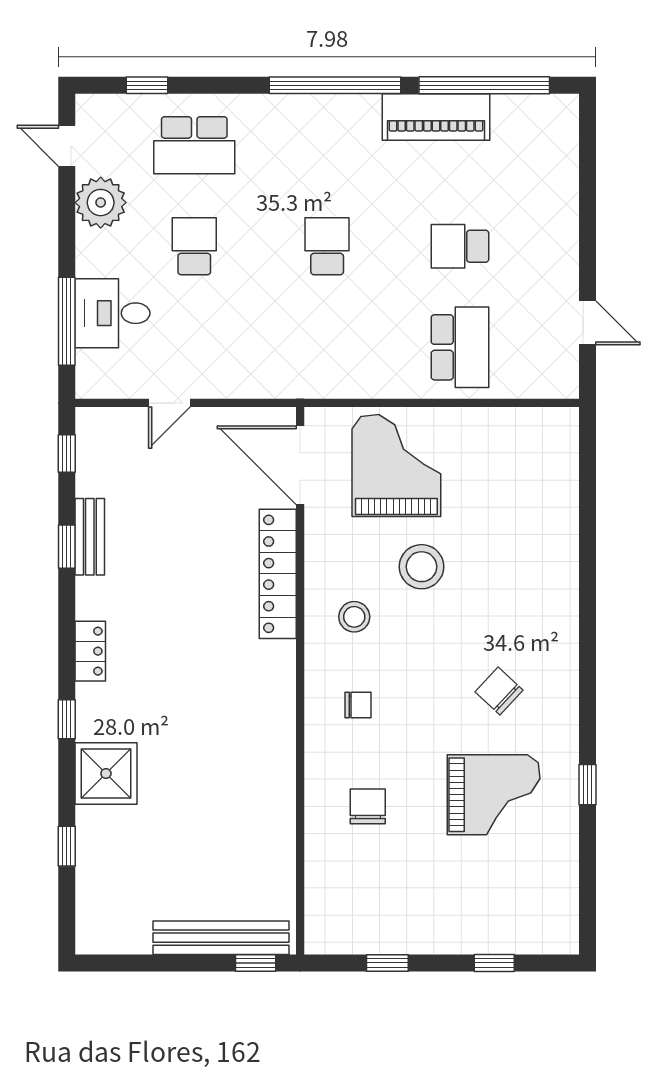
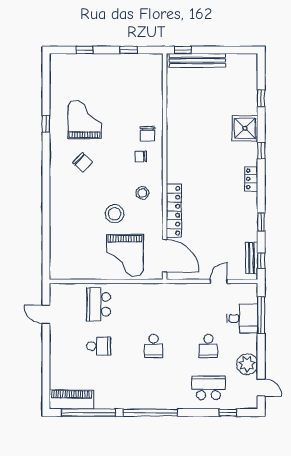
piano: (436, 117) -> (72, 399), moved
bench: (90, 537) -> (252, 258), moved
grand piano: (494, 795) -> (85, 120), turned 90
chair: (368, 806) -> (147, 134), moved

